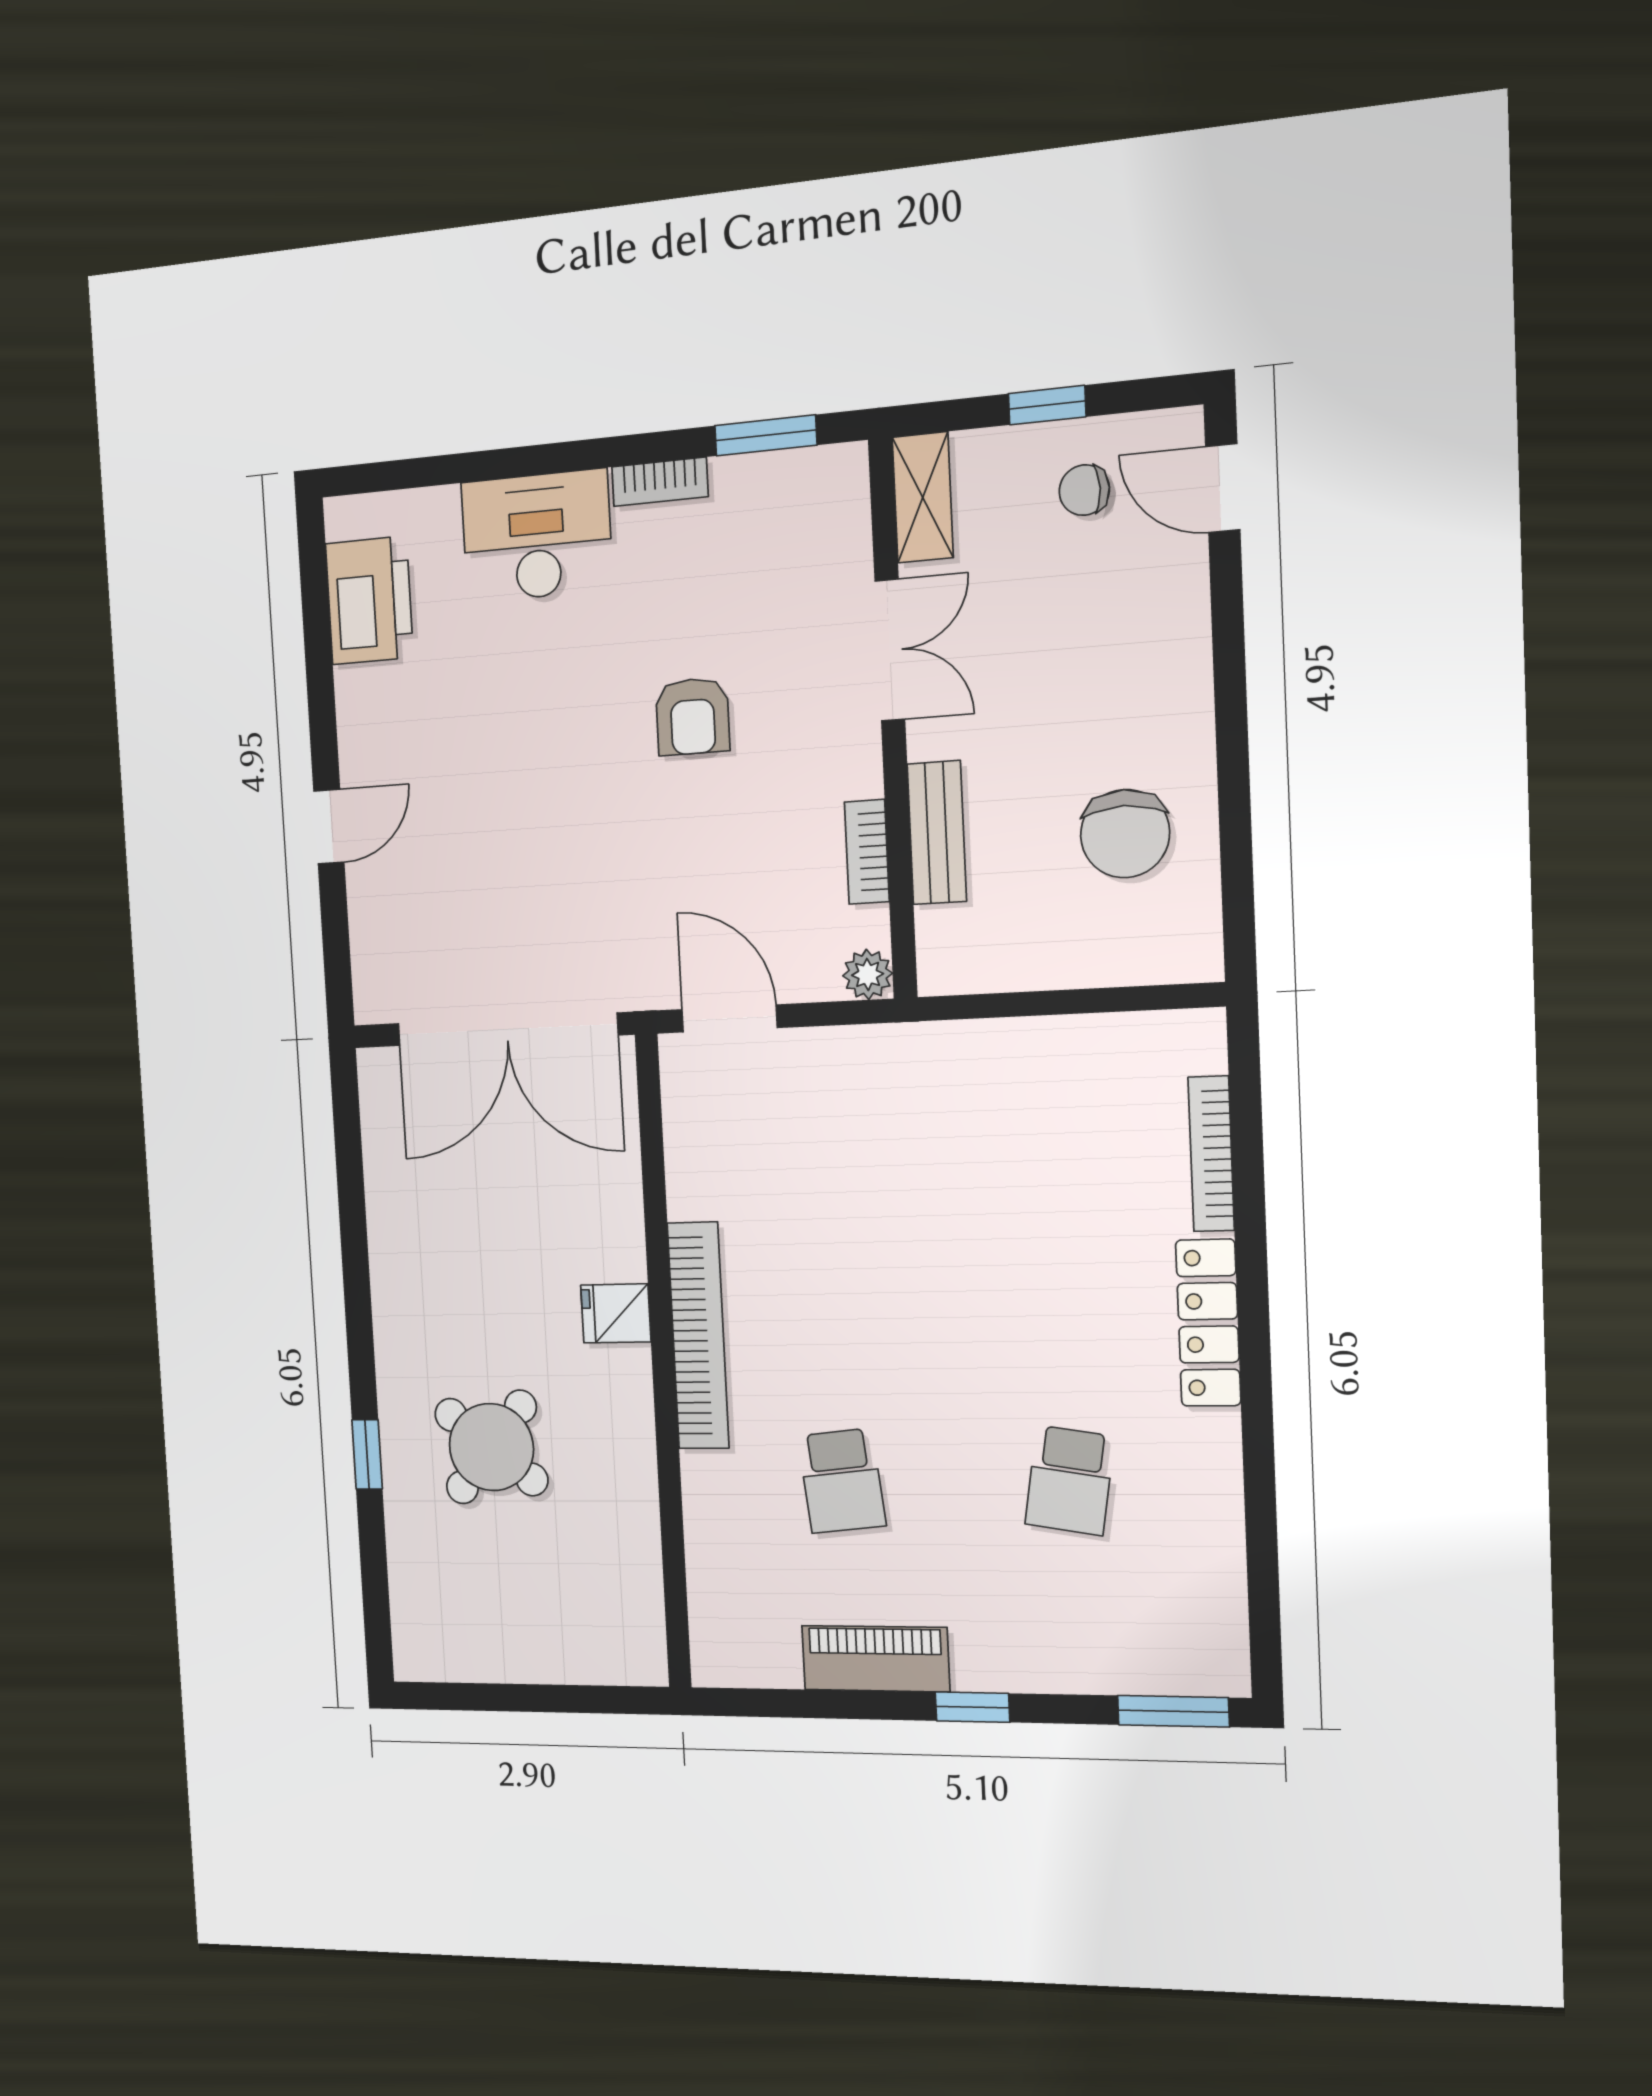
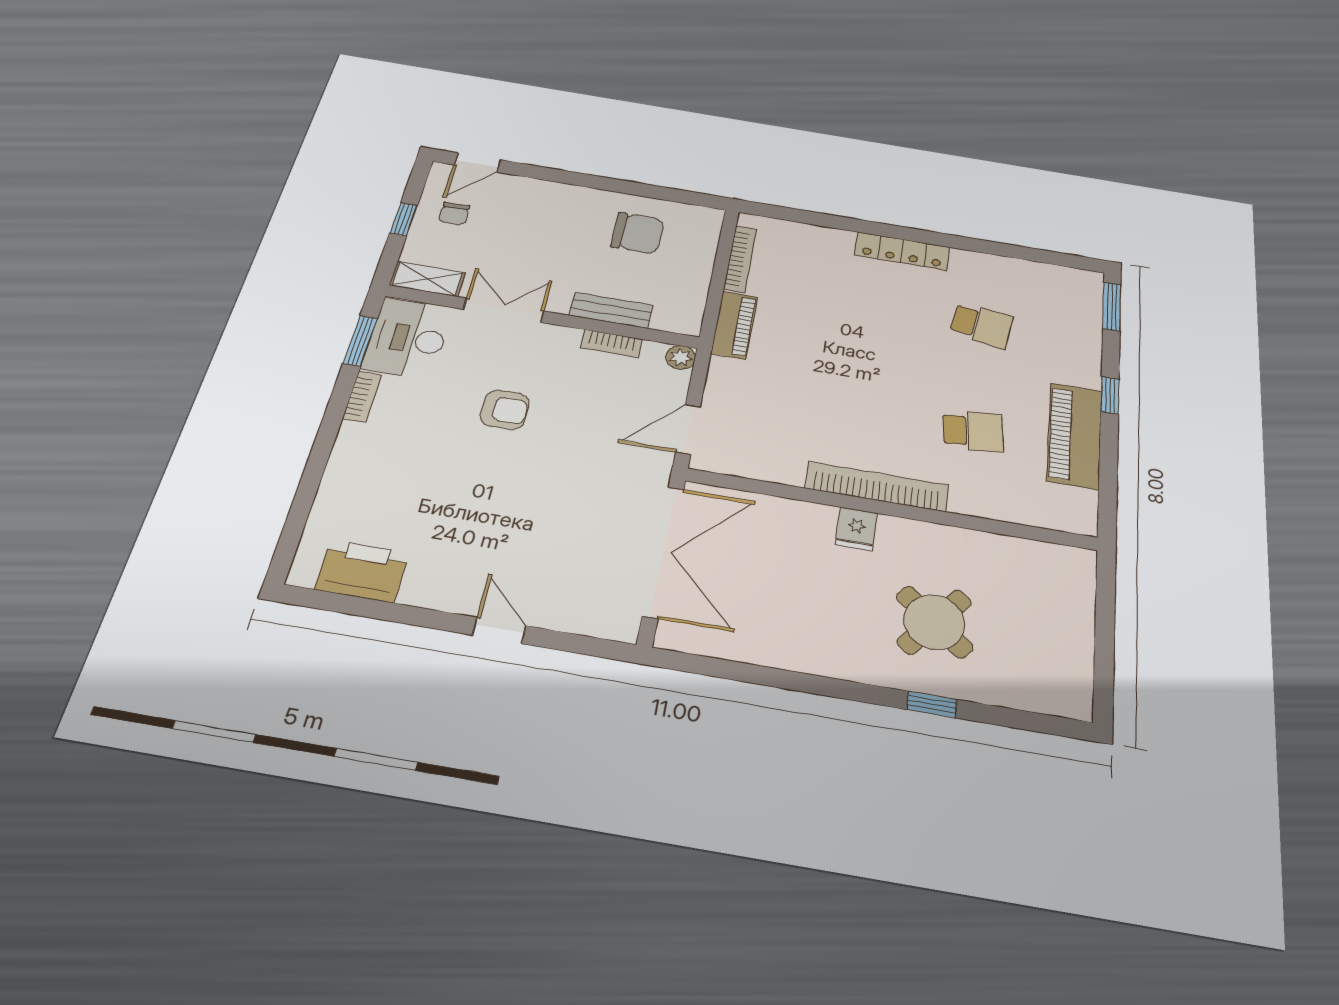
desk: (537, 536) -> (408, 338), moved
piano: (959, 1051) -> (734, 325), added
bookcase: (1211, 1154) -> (740, 259), moved, turned -90
piano: (876, 1659) -> (1074, 435), width x1.37, depth x1.33

